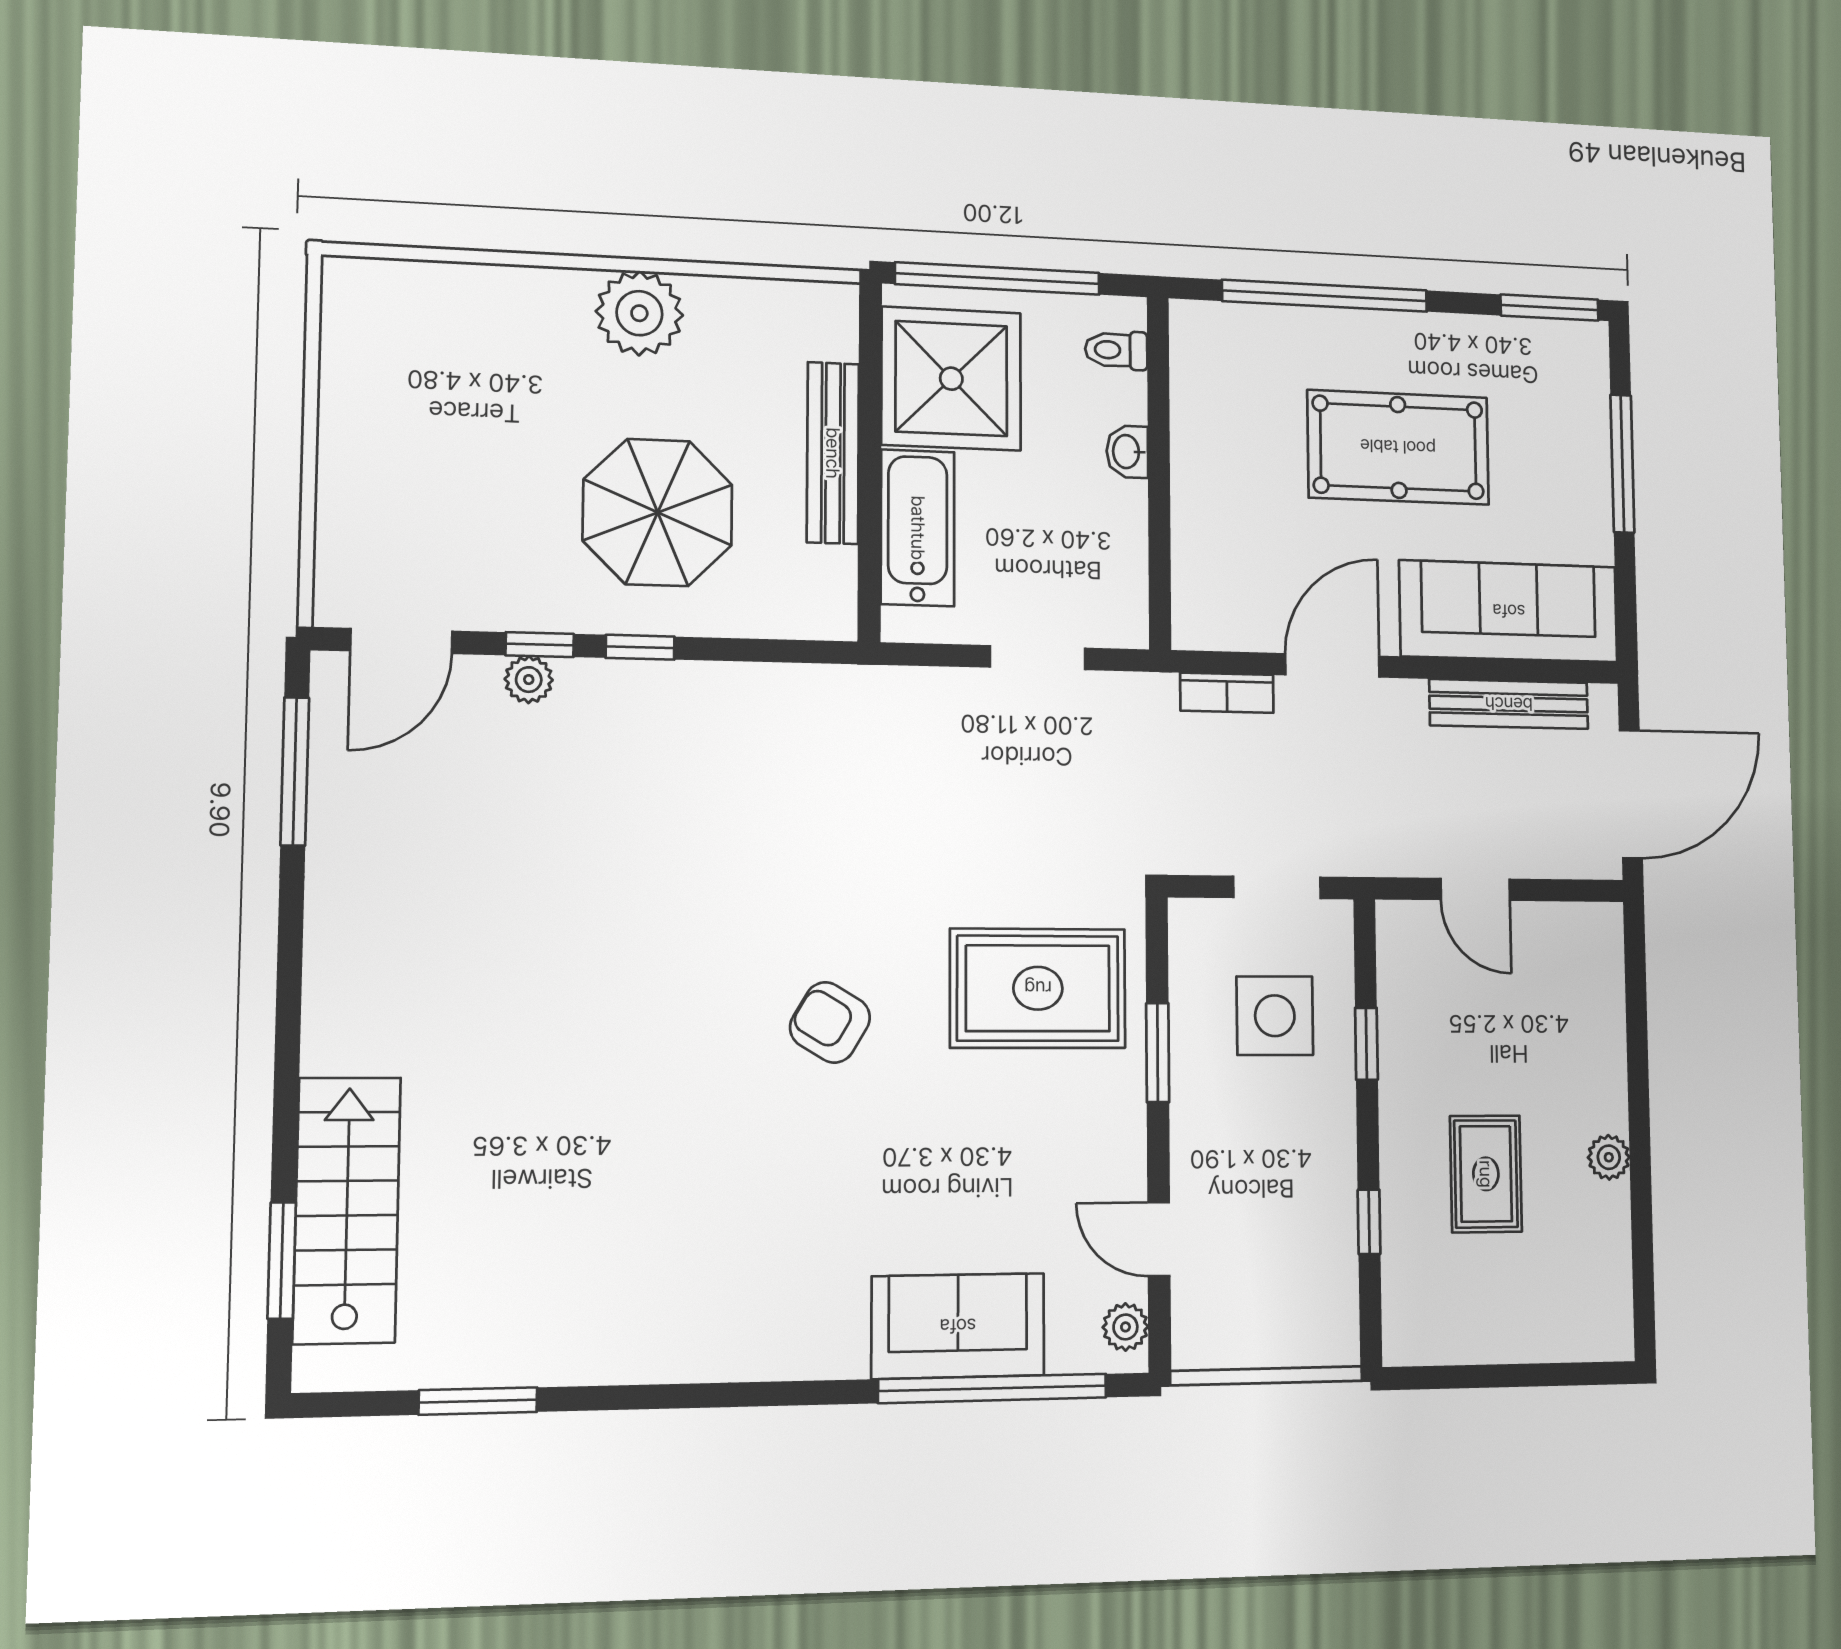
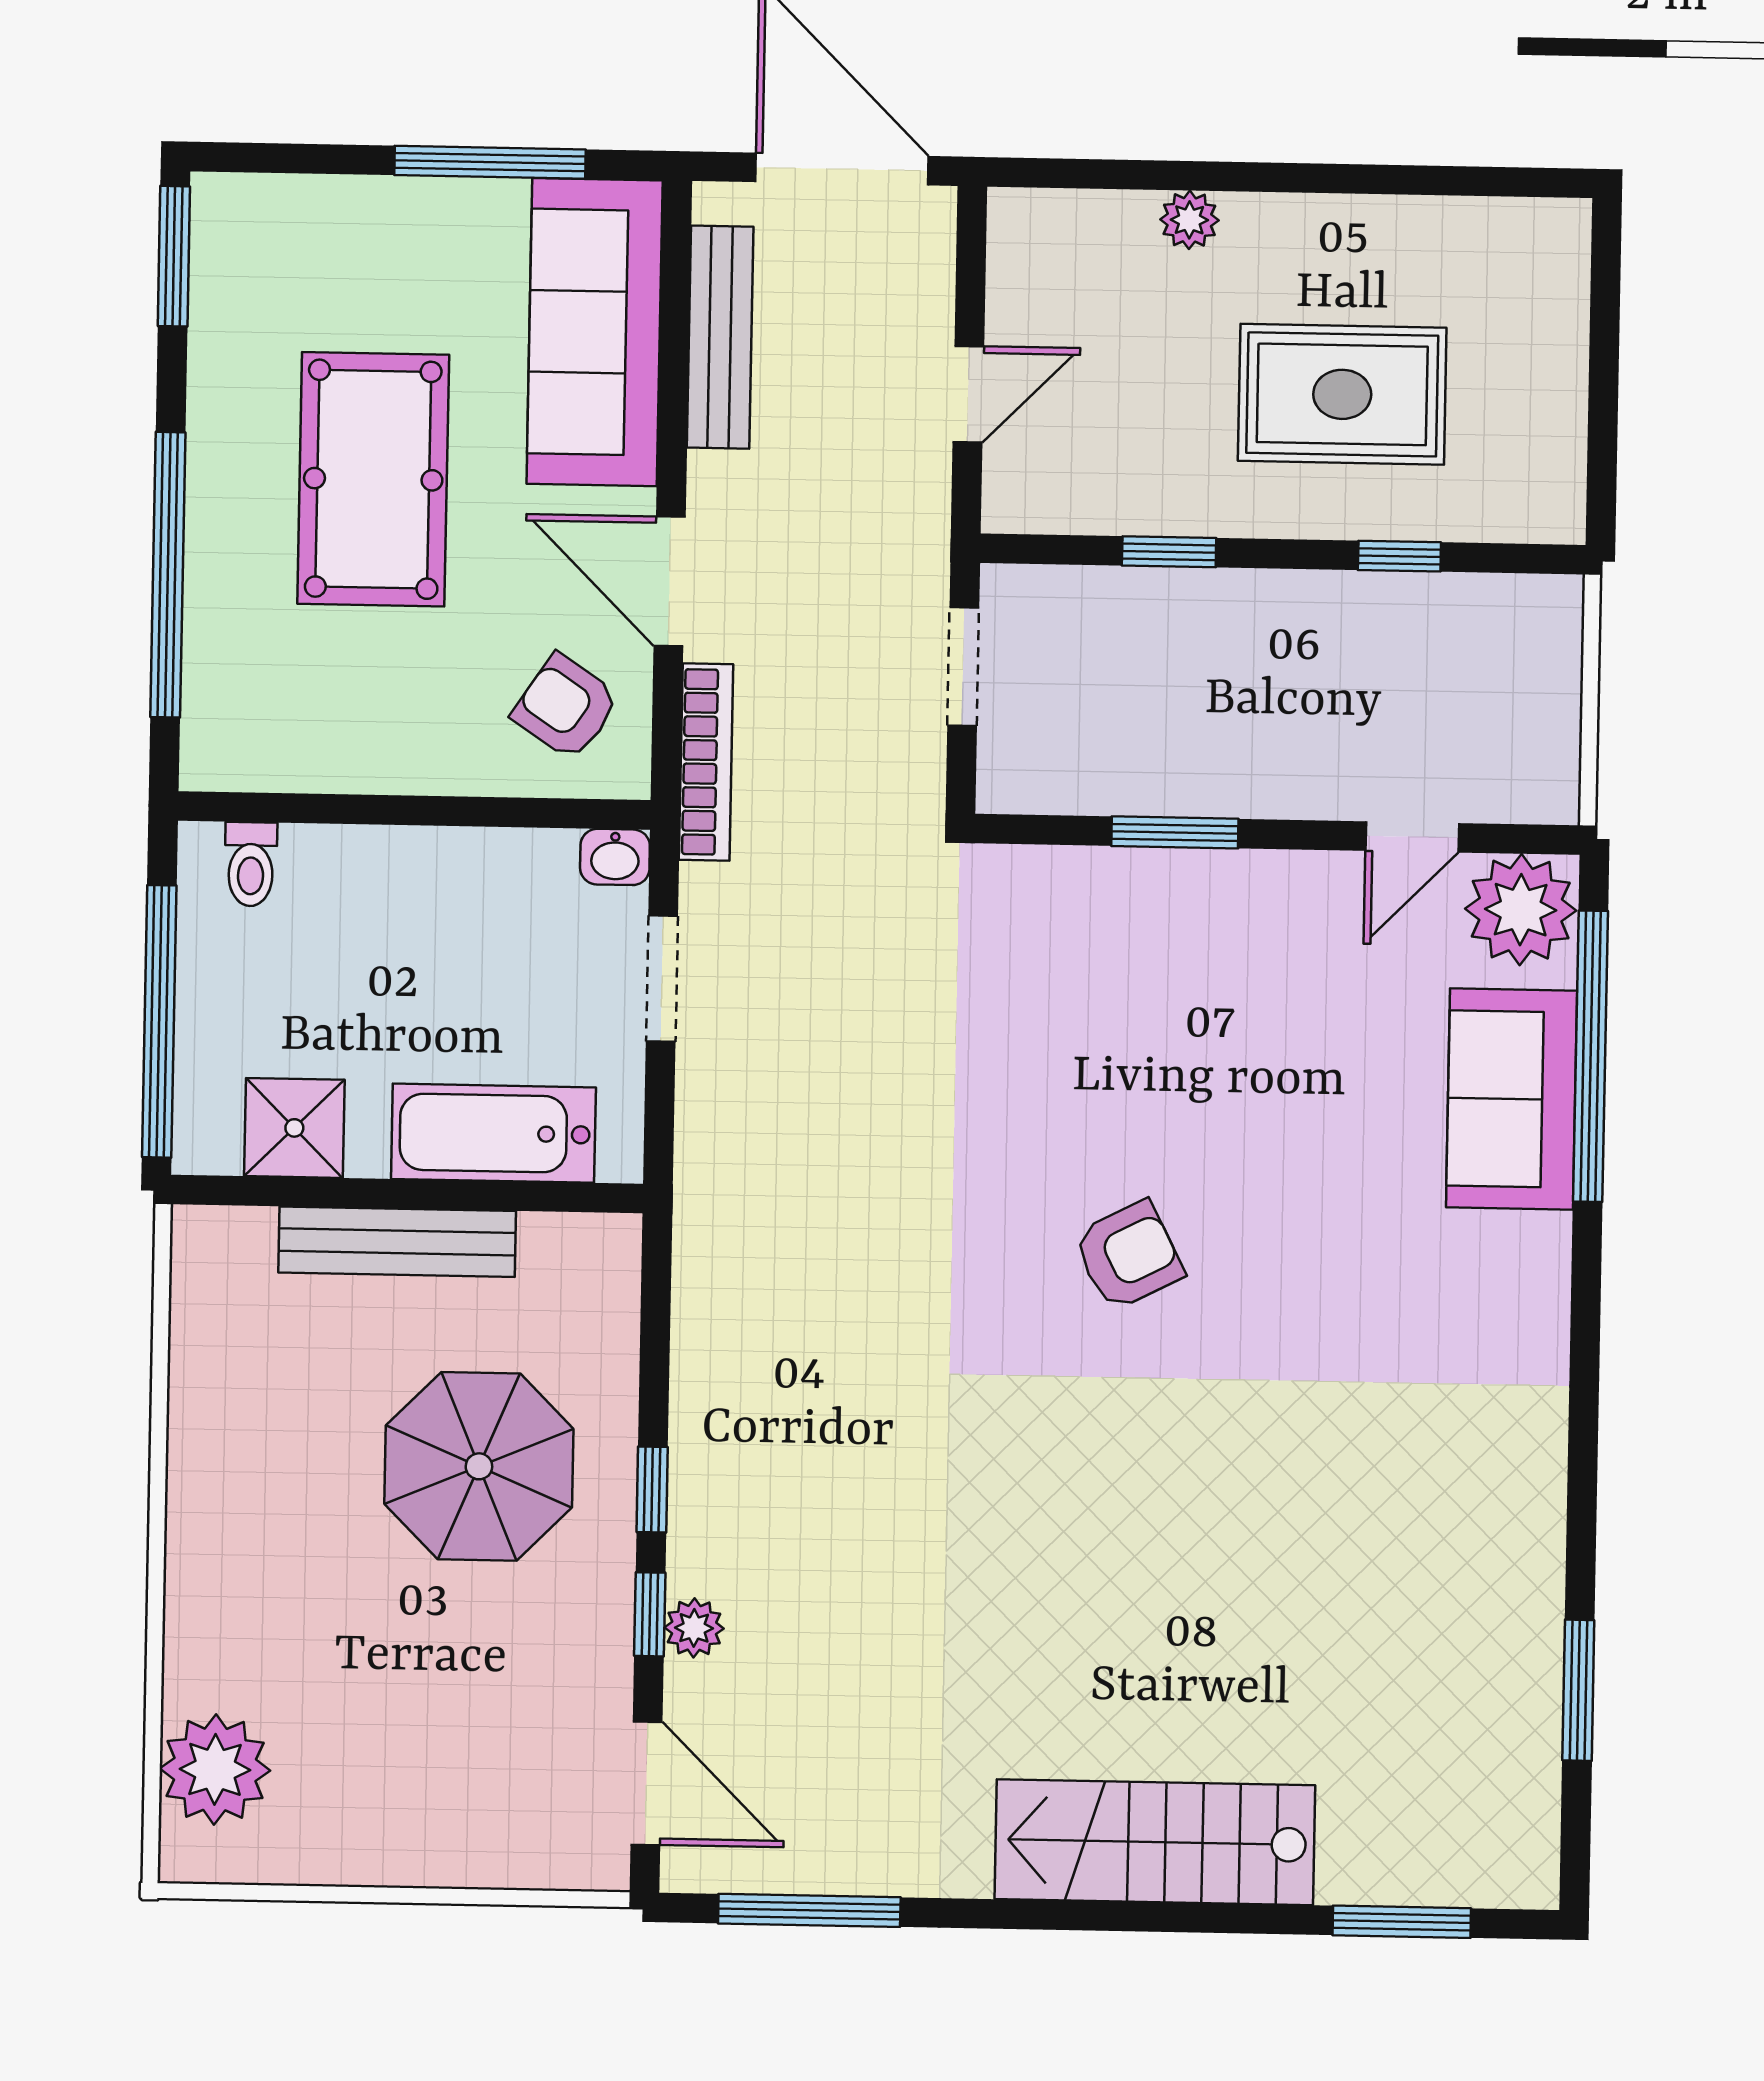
plant: (639, 313) -> (215, 1769), moved
shower: (951, 379) -> (294, 1128), width x0.54, depth x0.54
washbasin: (1127, 452) -> (615, 857), moved
window: (1622, 464) -> (490, 162), moved
armchair: (1238, 587) -> (566, 707), added
bookcase: (1227, 693) -> (706, 762), width x1.56
rug: (1038, 988) -> (1090, 988), removed
side table: (1275, 1016) -> (1130, 675), removed
armchair: (830, 1022) -> (1128, 1255), turned -148
plant: (1609, 1157) -> (1189, 220), moved
rug: (1486, 1174) -> (1342, 394), width x1.36, depth x1.43
stairs: (347, 1210) -> (1155, 1842), moved
plant: (1125, 1327) -> (1521, 910), width x1.88, depth x1.88

